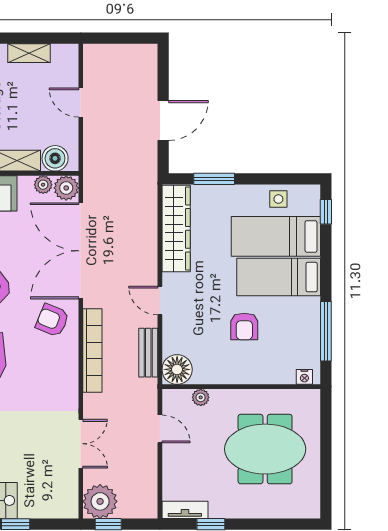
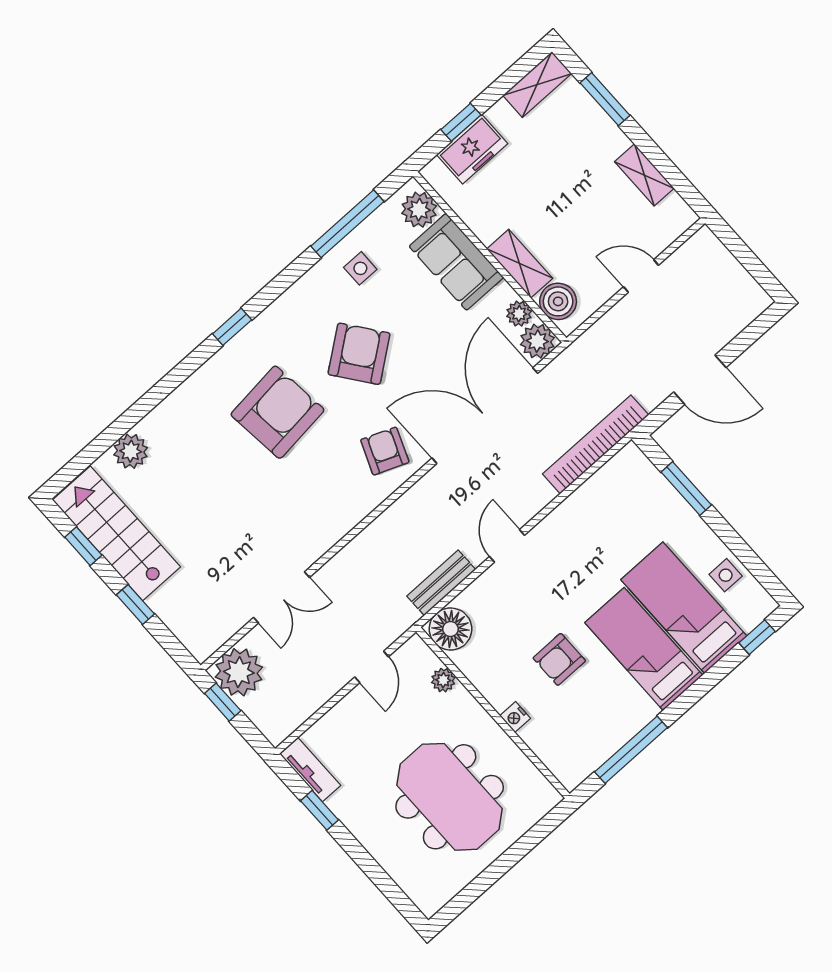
door: (81, 103) -> (641, 276), hinge flipped
wardrobe: (176, 228) -> (598, 495), removed
bookcase: (92, 350) -> (596, 444), moved, turned 180
nightstand: (304, 377) -> (515, 717), moved

